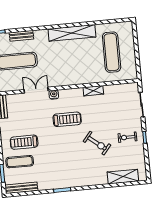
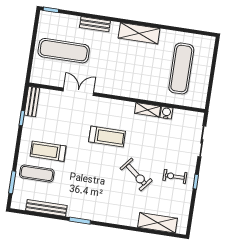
shelving: (72, 33) -> (139, 33), width x0.68
bench: (21, 36) -> (95, 24), moved
water cooler: (54, 95) -> (166, 113), moved
bench: (21, 188) -> (46, 208), moved

